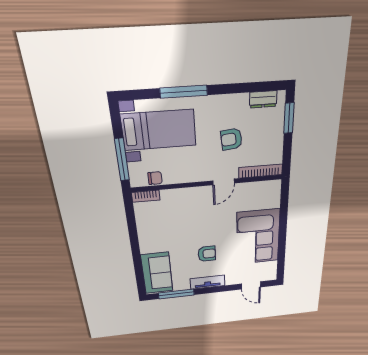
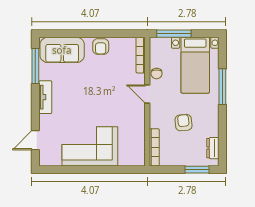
chair: (155, 178) -> (157, 74), moved
door: (224, 182) -> (147, 94), moved
bookcase: (146, 196) -> (141, 55), width x1.56
armchair: (207, 254) -> (101, 46), moved

